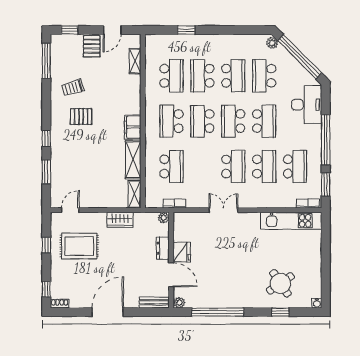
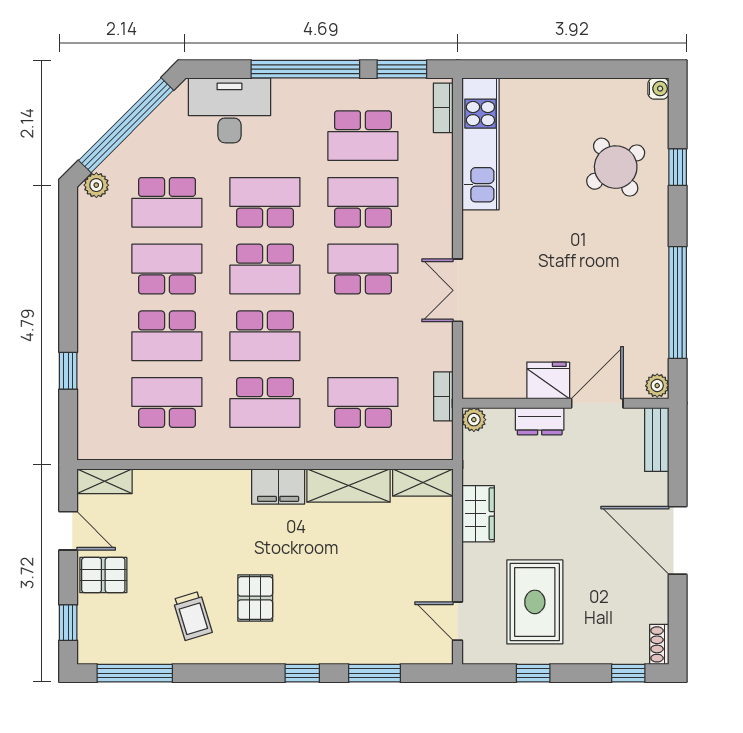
shelving: (135, 61) -> (104, 481), moved
school desk: (295, 166) -> (363, 136), turned 180

